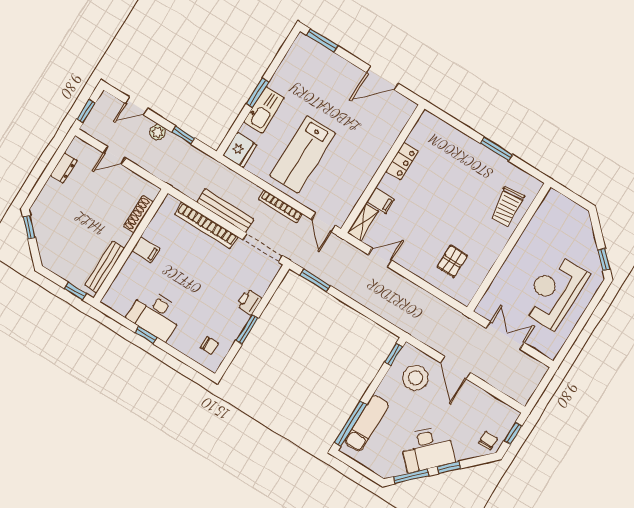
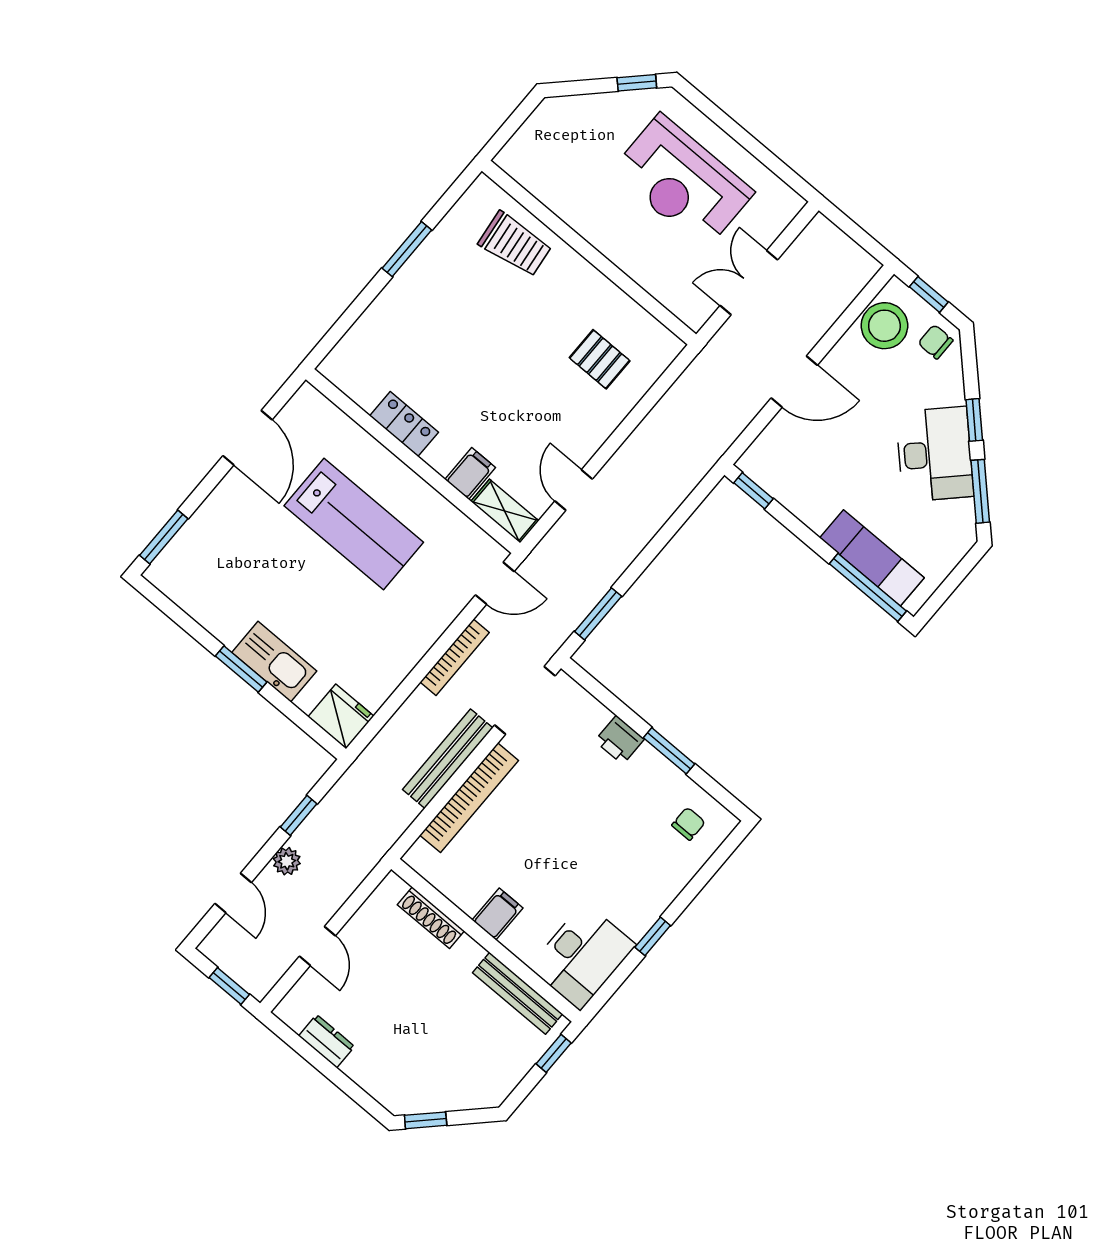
lab bench: (303, 154) -> (354, 524), moved
desk: (155, 315) -> (582, 956), moved
stool: (415, 378) -> (884, 326), moved

